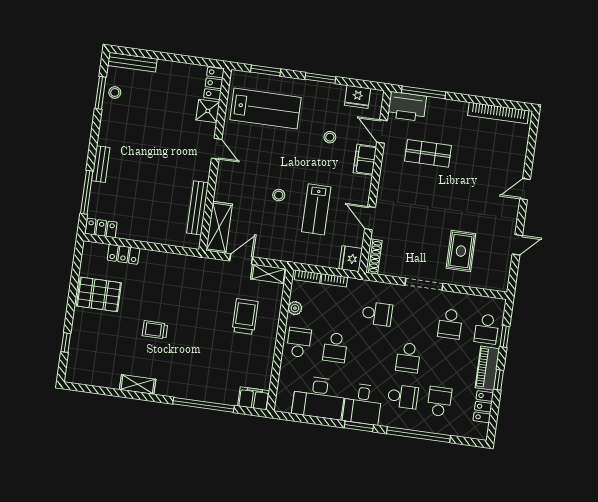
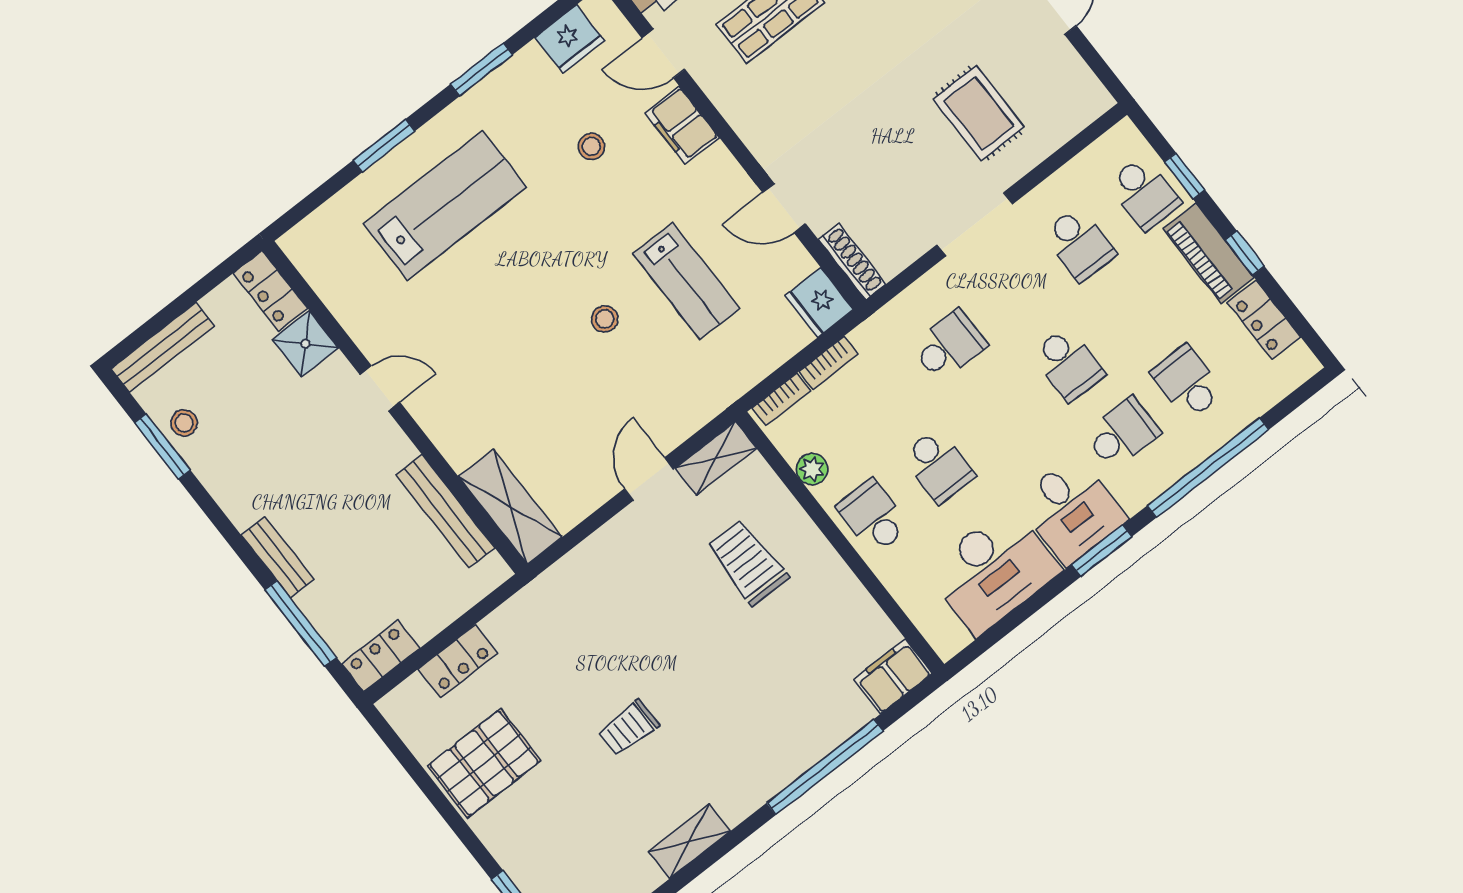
locker: (214, 83) -> (270, 291), moved
shower: (208, 111) -> (305, 344), moved
door: (217, 149) -> (380, 388), moved
wall: (215, 159) -> (395, 407), moved
bench: (198, 208) -> (445, 511), moved
shelving: (219, 227) -> (510, 507), moved

